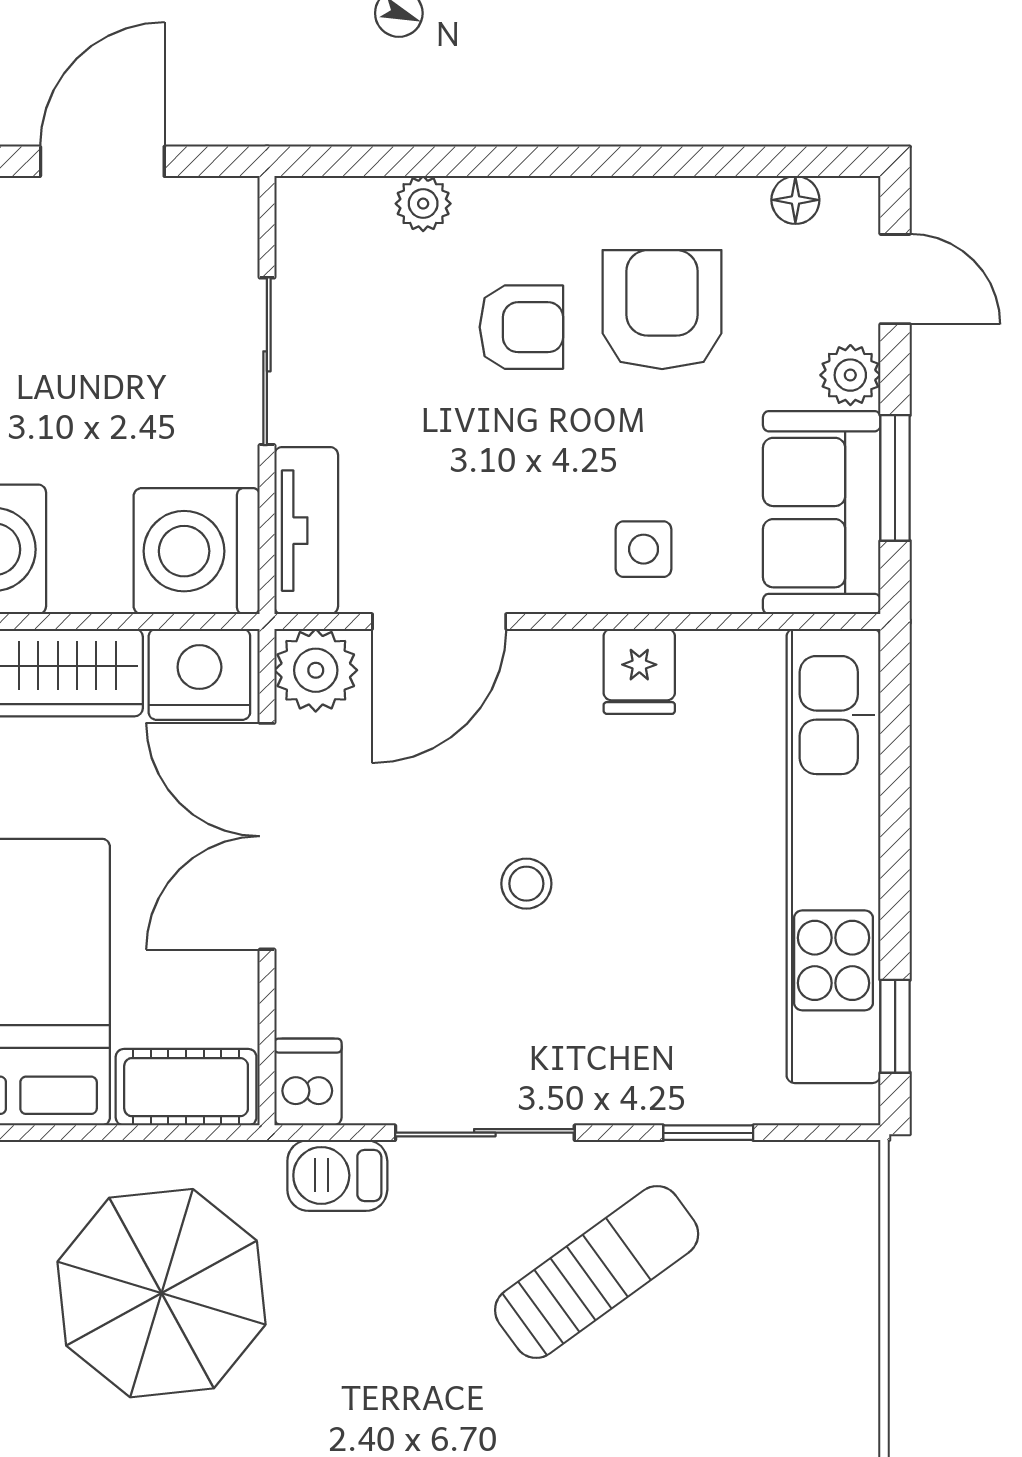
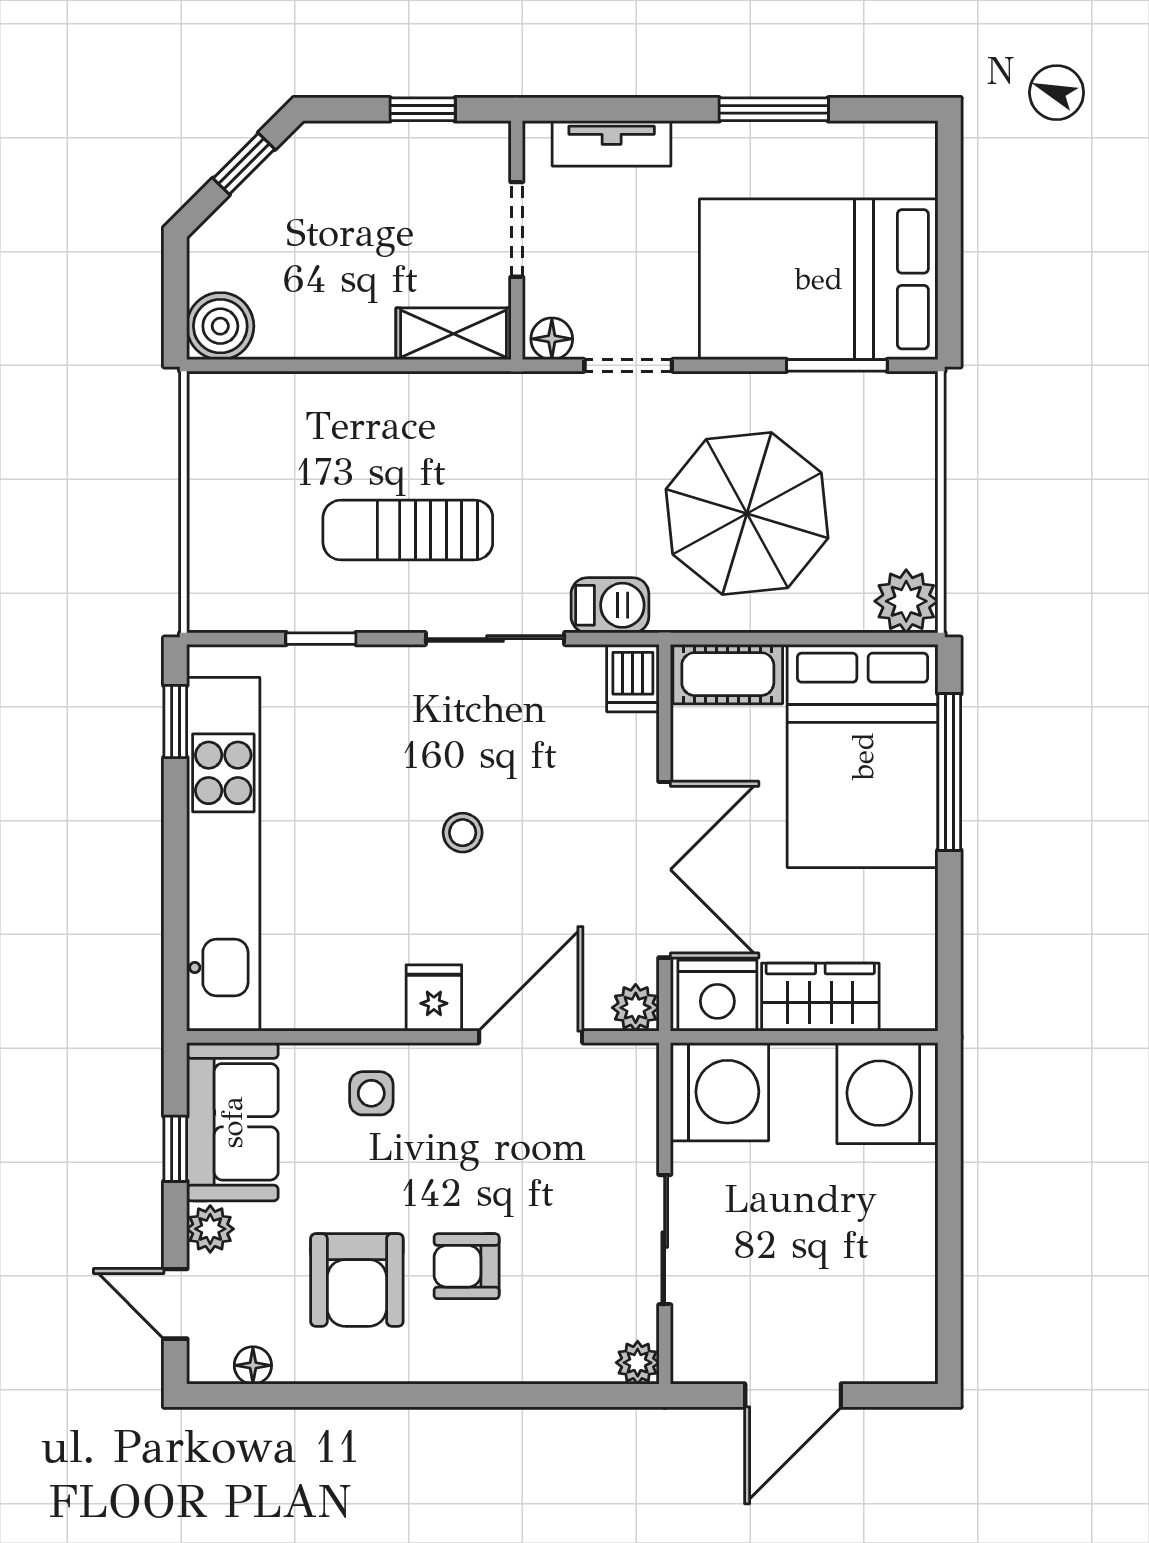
plant: (423, 204) -> (638, 1363), moved
window: (895, 478) -> (175, 1149), width x0.67
tv unit: (306, 531) -> (634, 1108), removed
plant: (316, 670) -> (636, 1008), width x0.73, depth x0.73
fridge: (639, 671) -> (434, 998), moved
sun lounger: (597, 1272) -> (408, 530), turned 36

